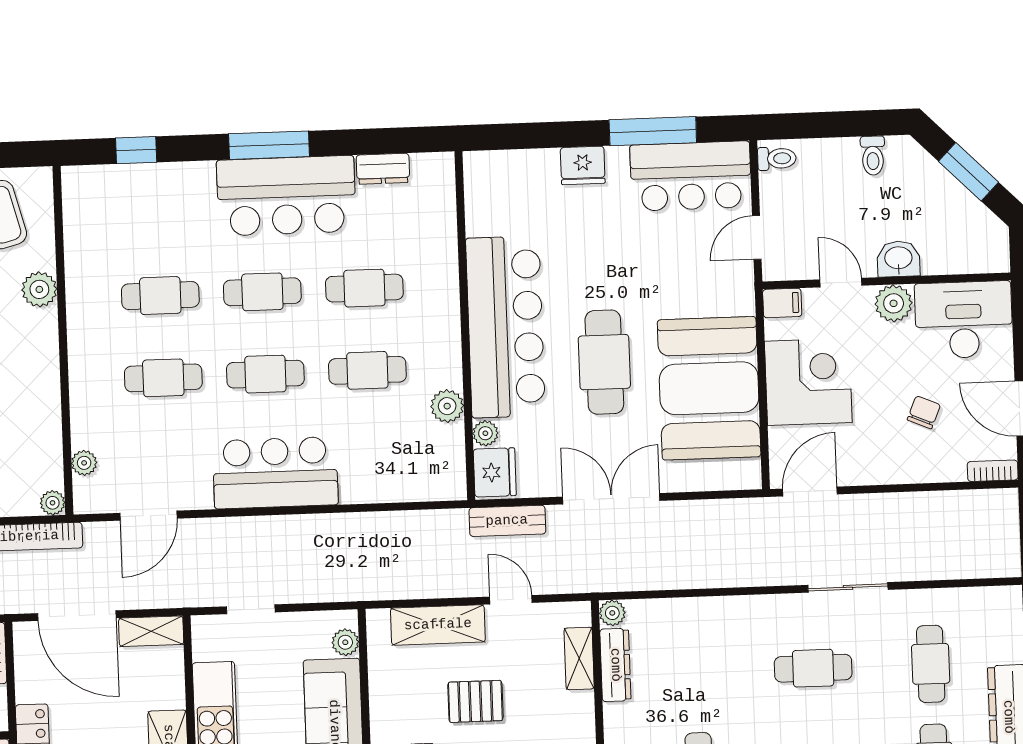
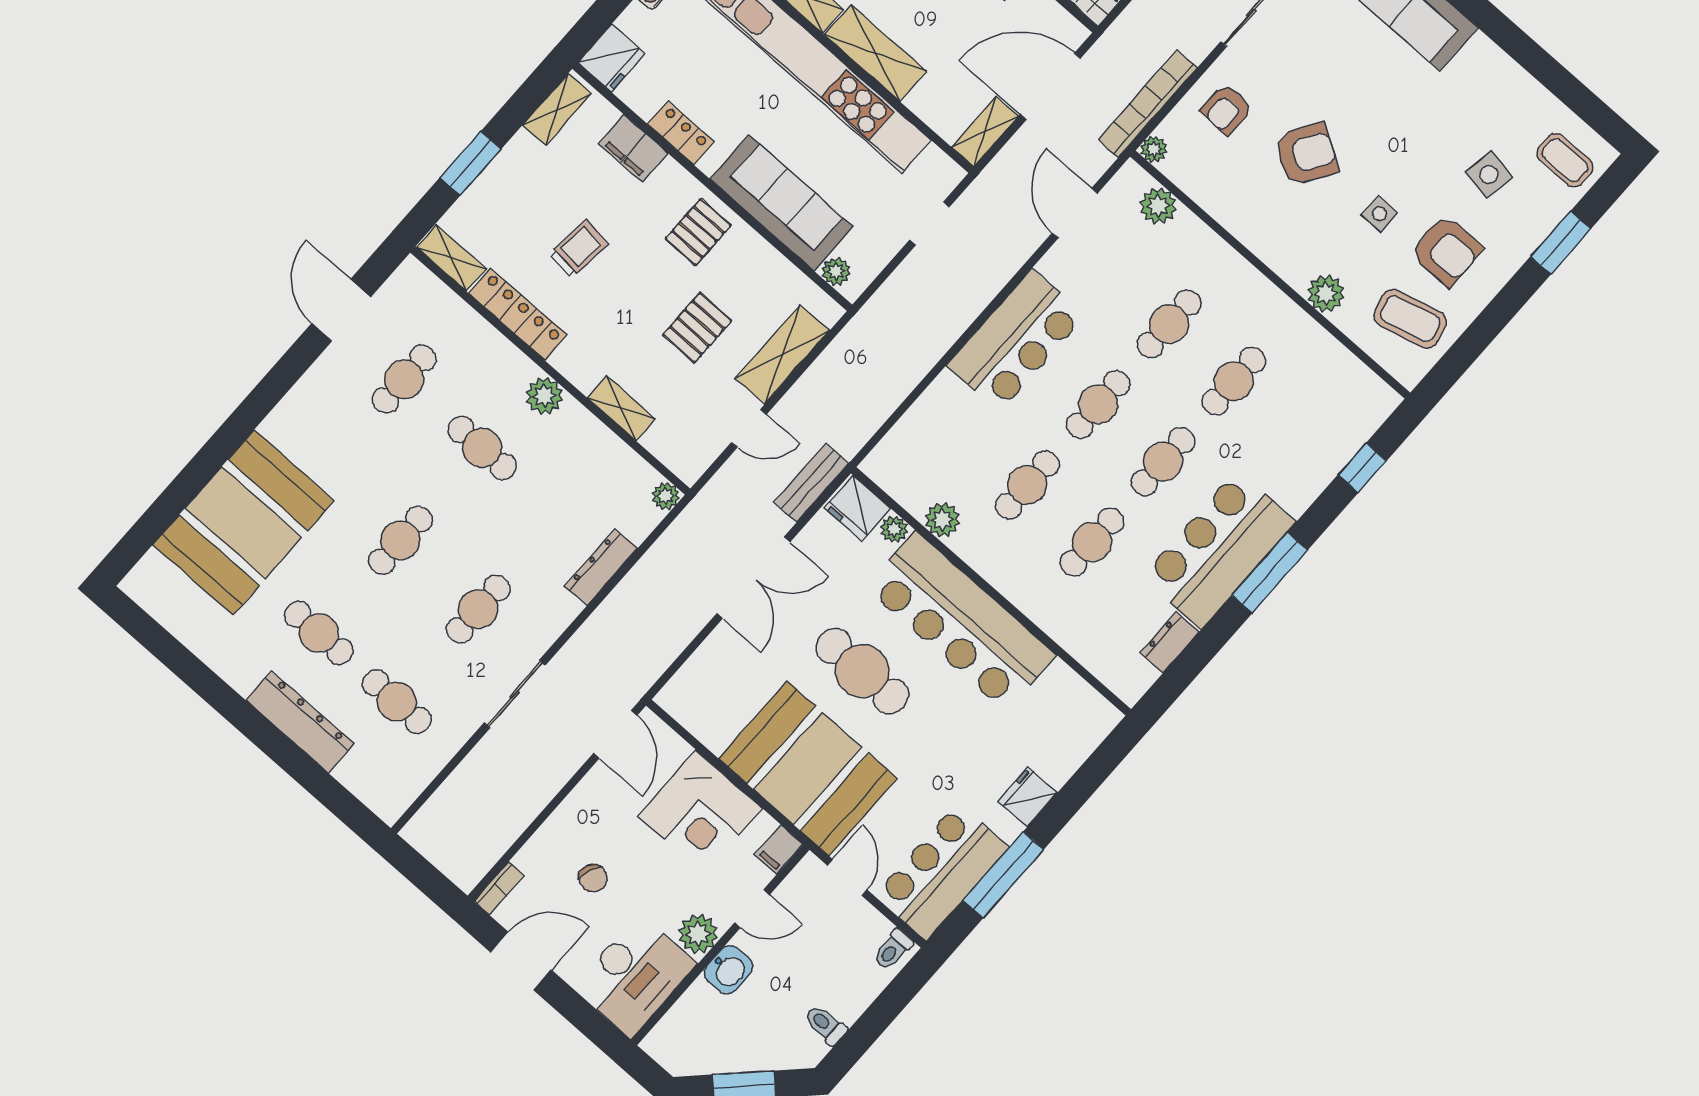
booth: (709, 388) -> (808, 768), moved
plant: (84, 463) -> (1158, 206), width x1.38, depth x1.38
shelving: (579, 658) -> (621, 408), moved
dresser: (615, 665) -> (601, 567), moved, turned 90

